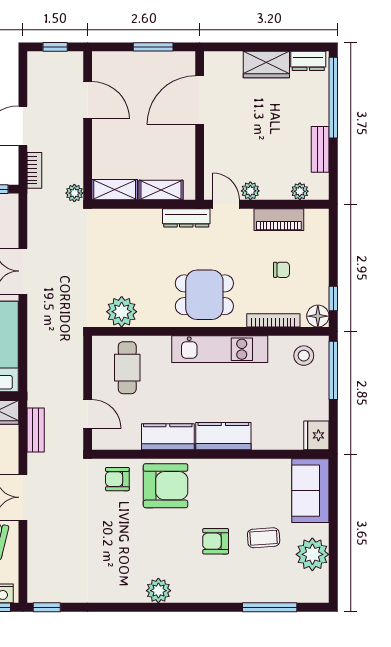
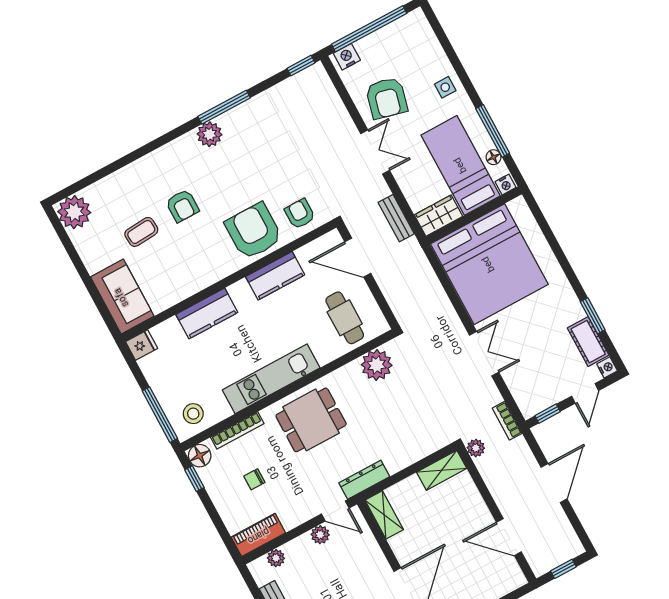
bookcase: (34, 170) -> (507, 421), moved
shelving: (161, 190) -> (384, 515), moved, turned 90
piano: (279, 220) -> (258, 535), moved
door: (88, 414) -> (358, 258), width x1.38
fridge: (316, 435) -> (142, 345), width x0.72
kitchen counter: (223, 436) -> (207, 313), moved
armchair: (117, 479) -> (300, 214), turned -90
armchair: (166, 486) -> (254, 231), turned 90
armchair: (216, 541) -> (182, 206), turned 90
plant: (312, 554) -> (74, 212), moved
window: (270, 607) -> (224, 107), moved

